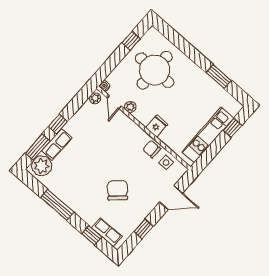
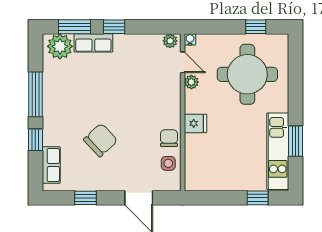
door: (114, 102) -> (183, 62), swing flipped
kitchen unit: (208, 135) -> (278, 151), moved, turned -90
window: (92, 235) -> (35, 140), moved

